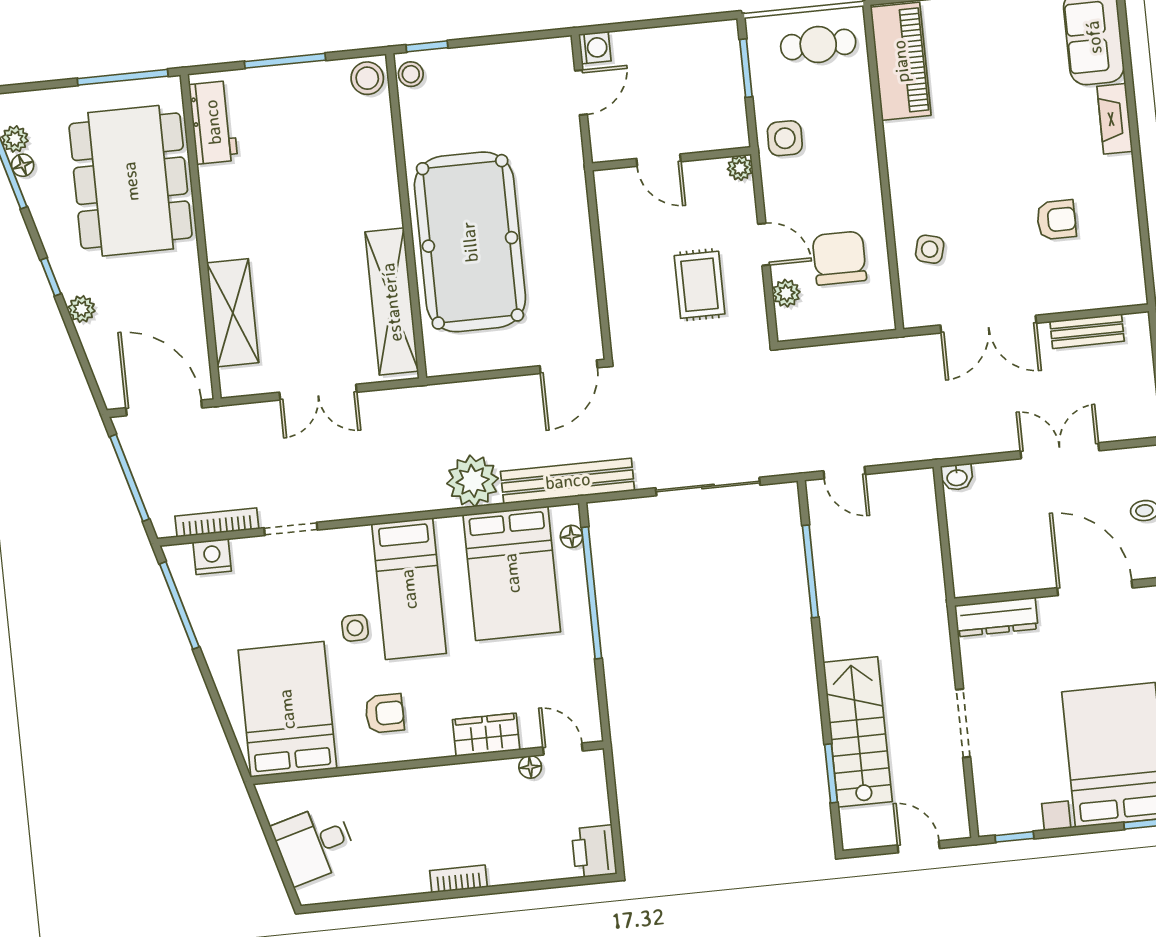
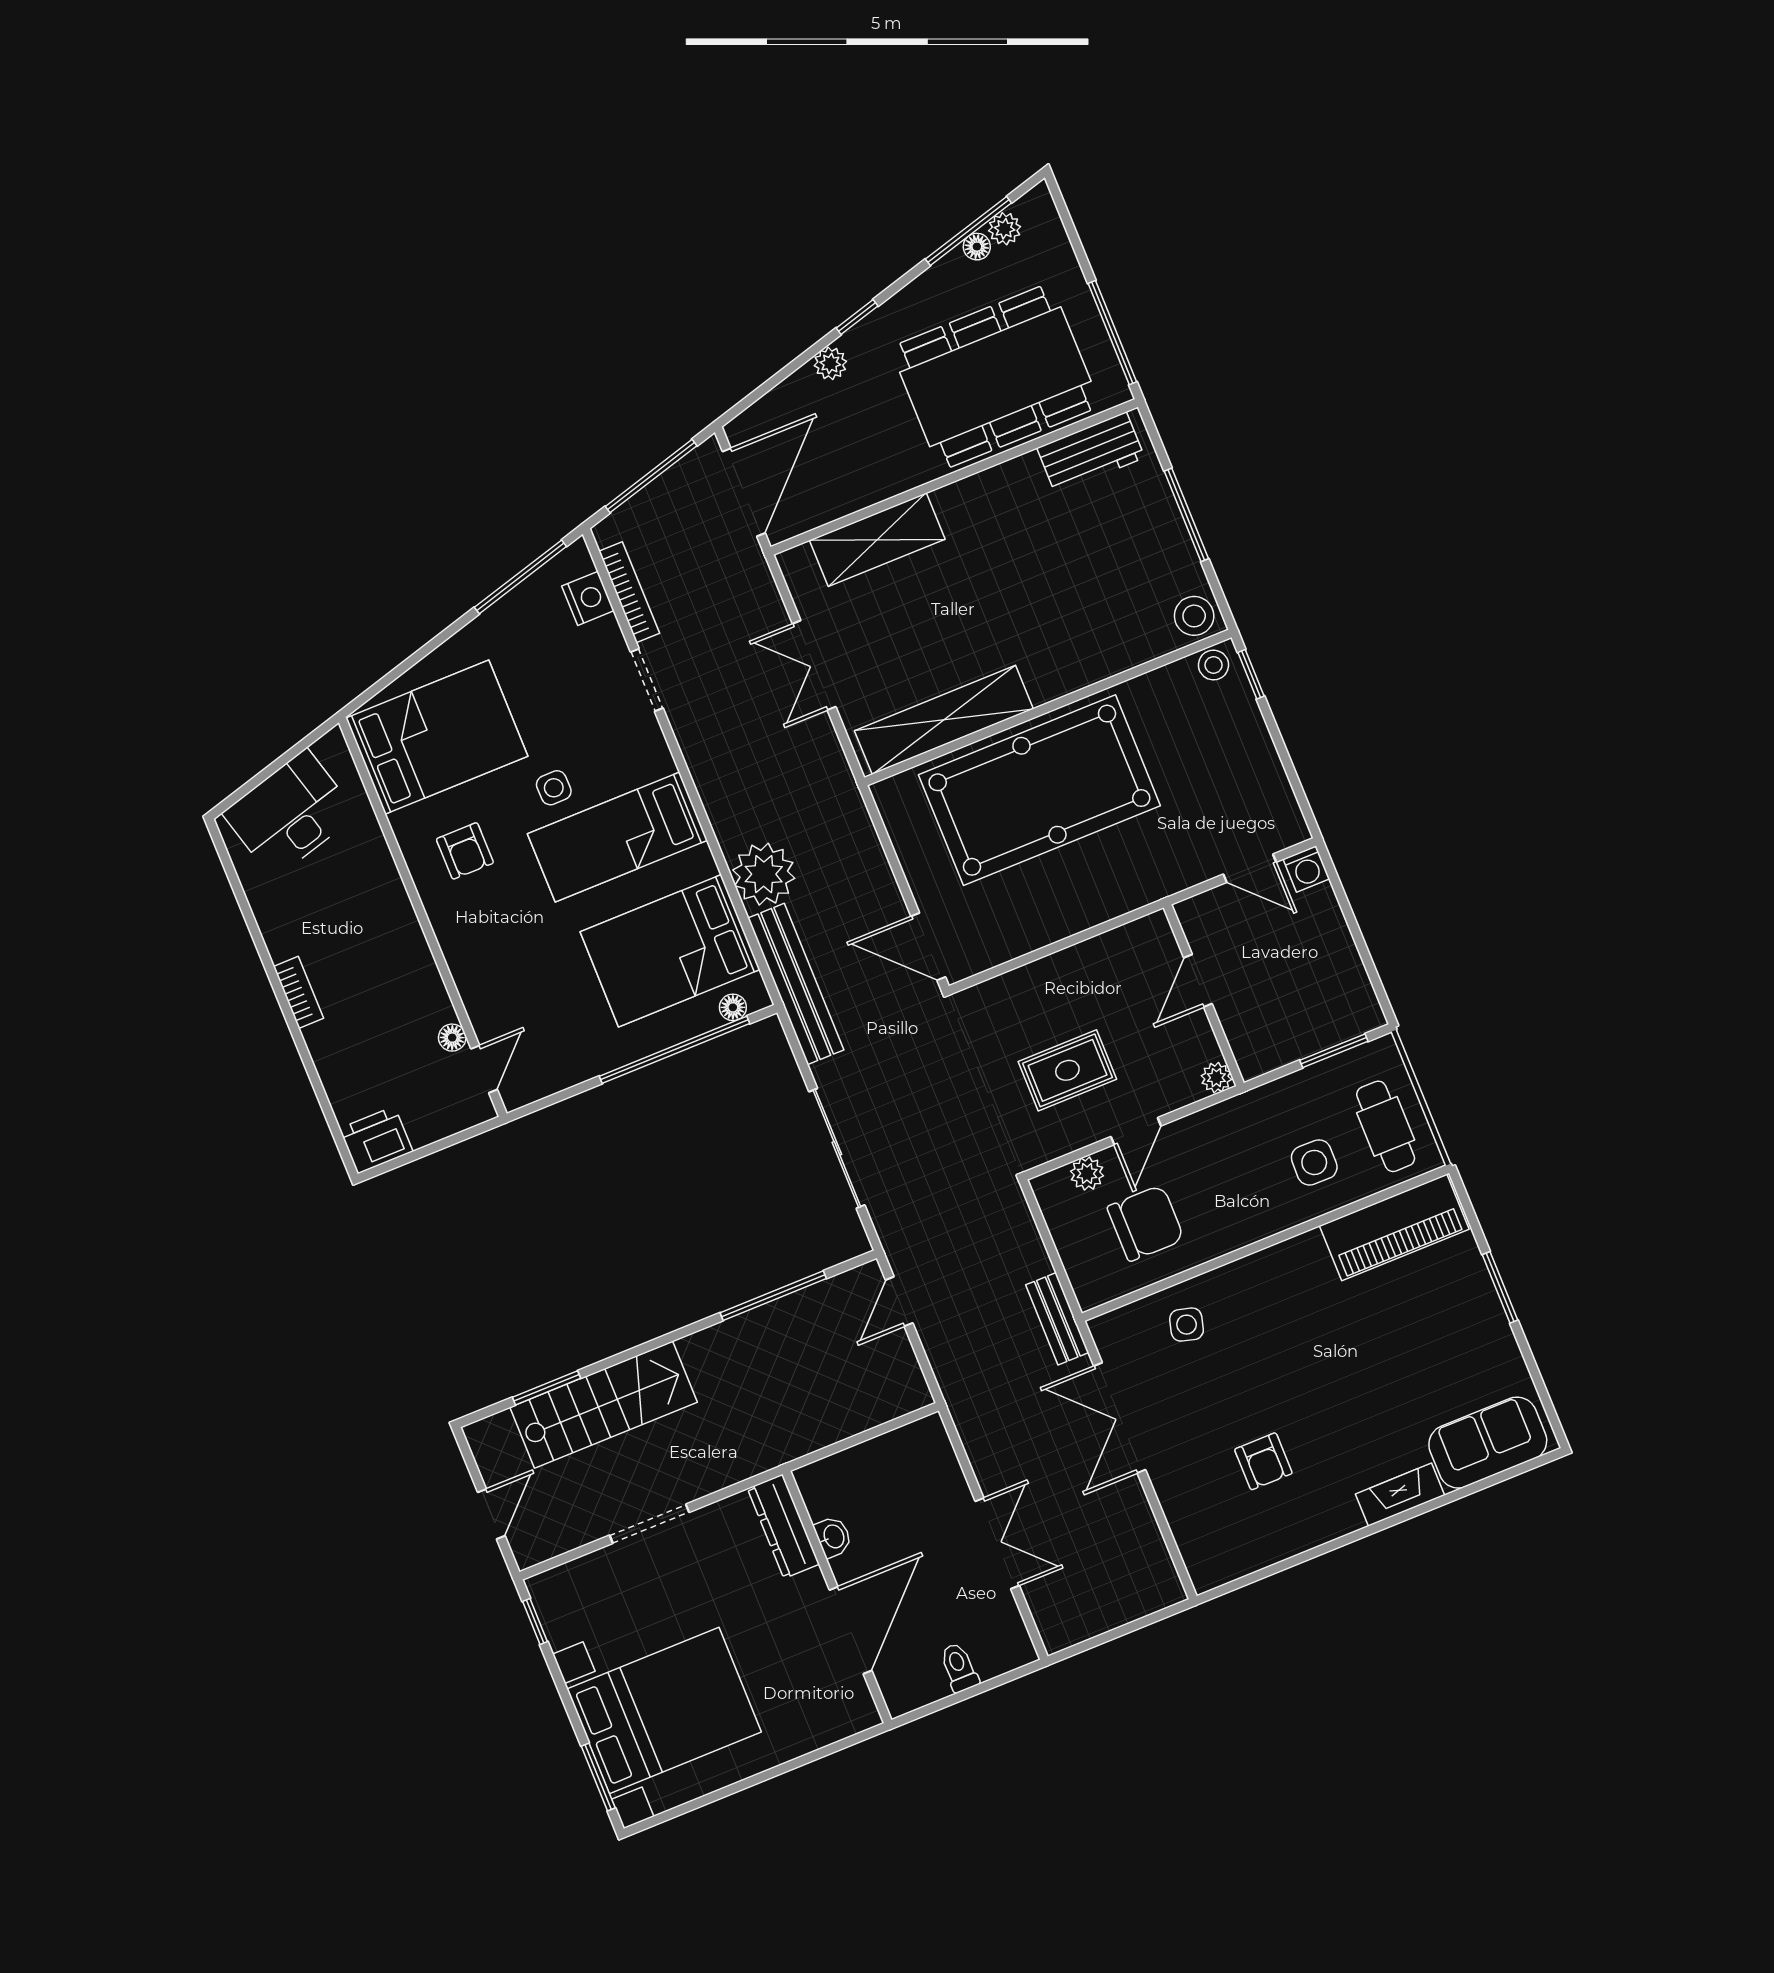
side table: (785, 138) -> (1314, 1162), moved
bench: (1087, 331) -> (1057, 1319), moved
washbasin: (957, 477) -> (833, 1537), moved, turned 180
wardrobe: (486, 735) -> (475, 976), removed
desk: (314, 844) -> (290, 814), width x1.37

